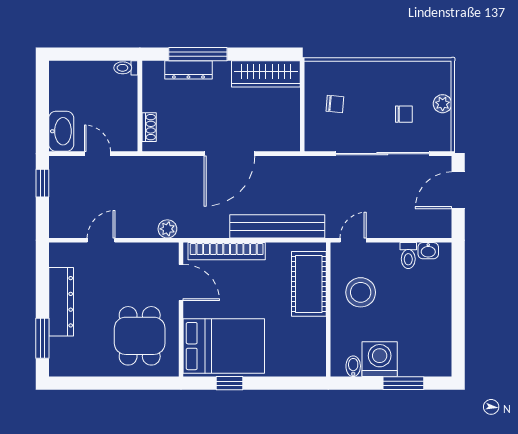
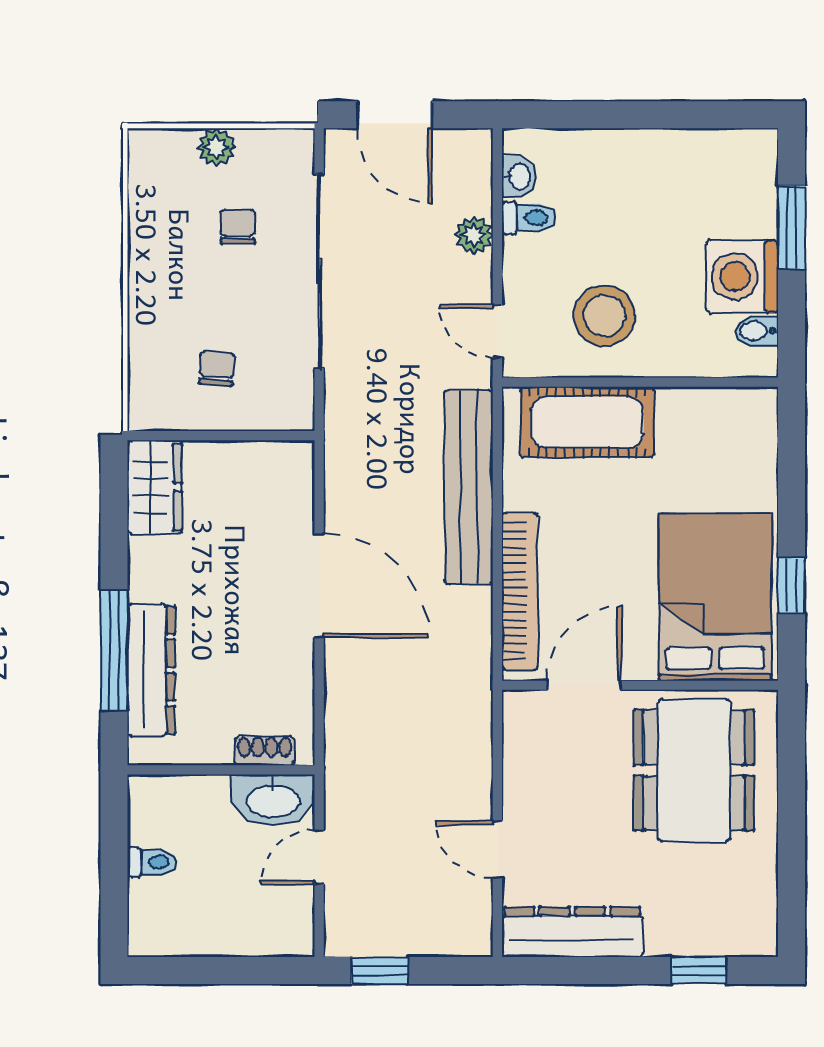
toilet: (126, 68) -> (152, 862), moved, turned -90
dresser: (188, 70) -> (151, 670), width x1.37, depth x1.24
wardrobe: (266, 74) -> (155, 487), width x0.67
washbasin: (61, 131) -> (273, 800), moved, turned 180
plant: (167, 229) -> (474, 235), moved
dresser: (61, 302) -> (572, 932), moved
dining table: (140, 336) -> (694, 770), width x1.37
window: (42, 338) -> (699, 970), width x0.67

